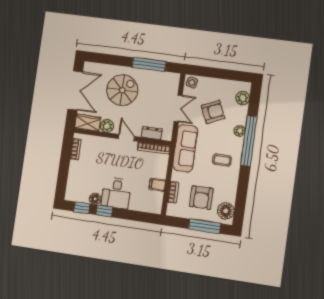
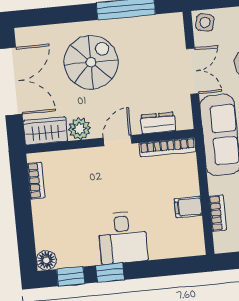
door: (127, 138) -> (118, 141), hinge flipped
floor lamp: (95, 199) -> (46, 260), moved

